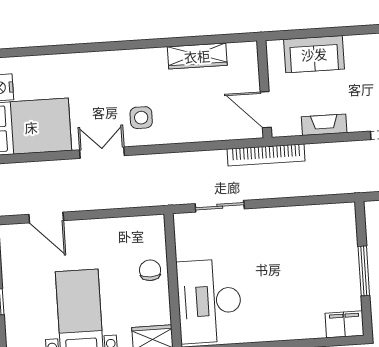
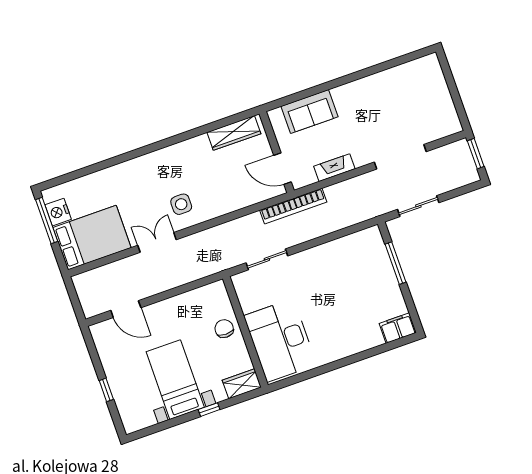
wardrobe: (197, 56) -> (234, 133), moved
window: (364, 271) -> (396, 263), moved

